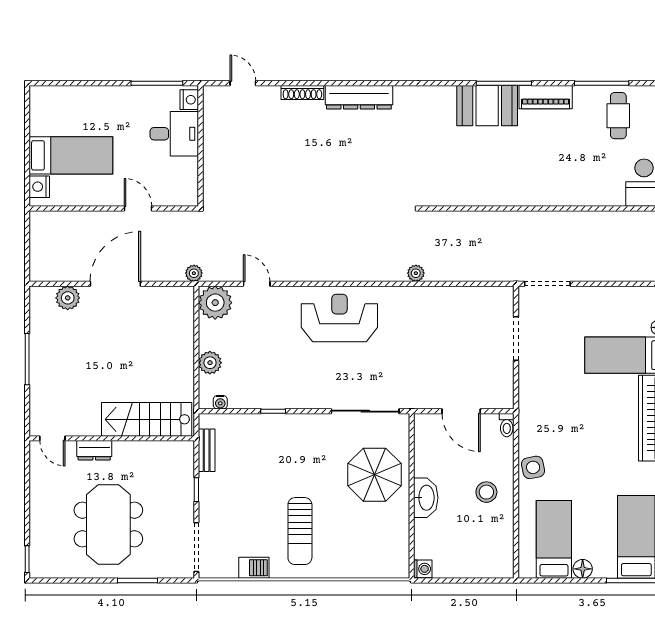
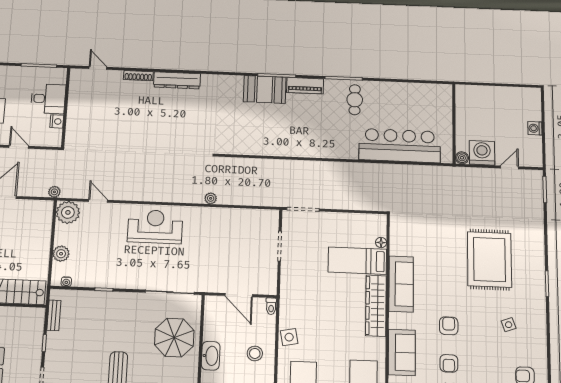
nightstand: (189, 100) -> (57, 121), moved

